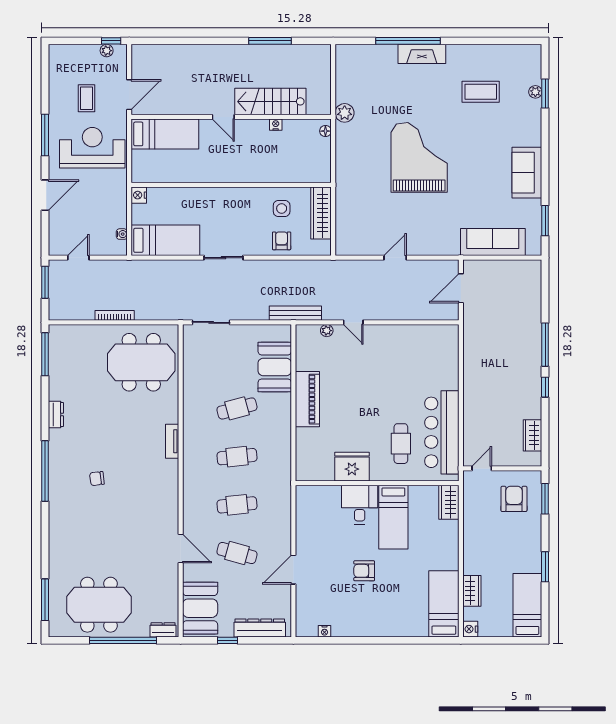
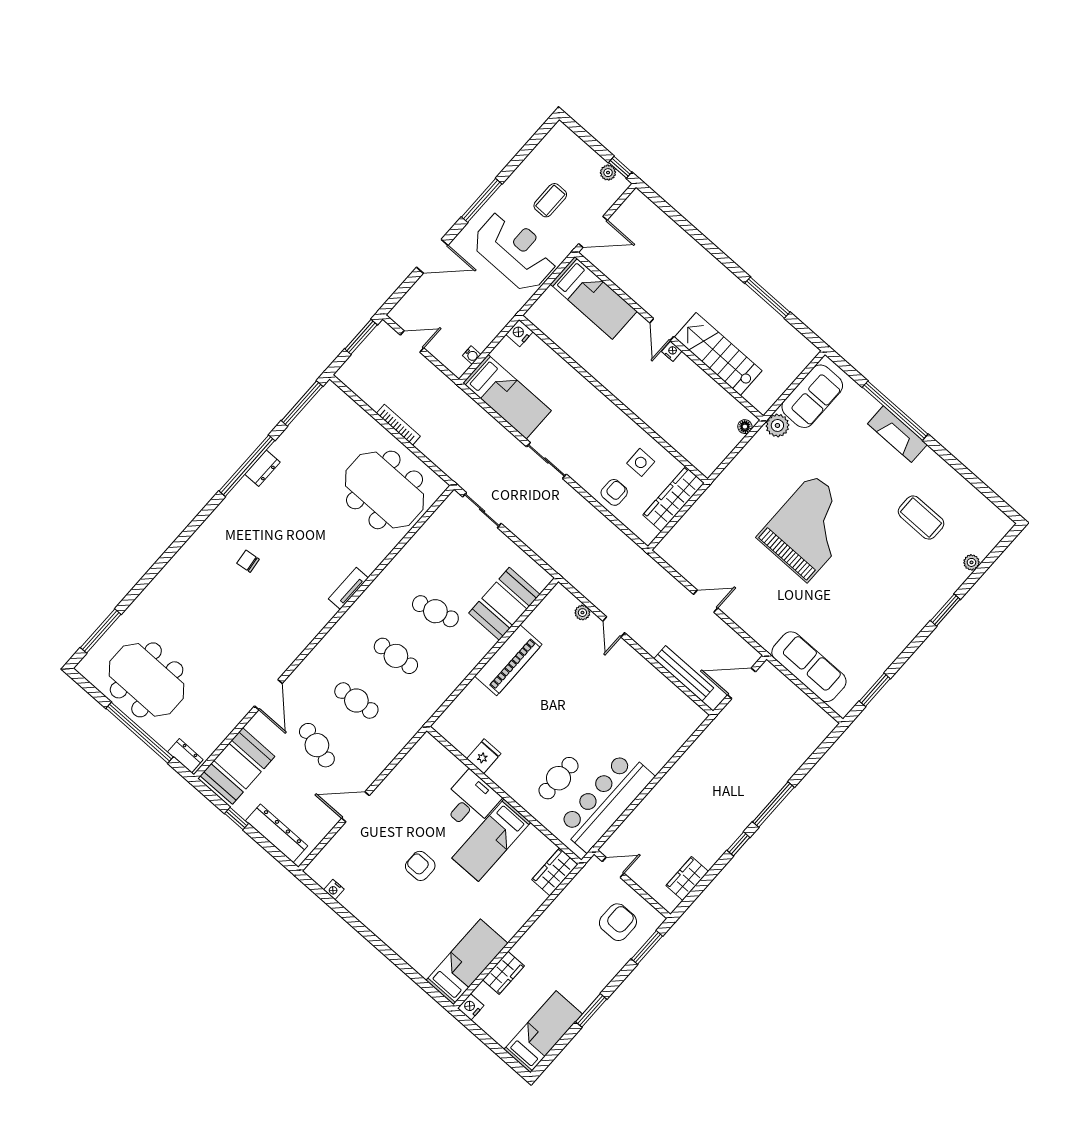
window: (545, 94) -> (945, 610), moved
nightstand: (276, 125) -> (672, 351), moved
sofa: (527, 173) -> (812, 396), moved, turned 180
bench: (295, 313) -> (684, 673), moved
fridge: (352, 467) -> (484, 756), width x0.53, depth x0.75
window: (45, 471) -> (247, 466), moved

